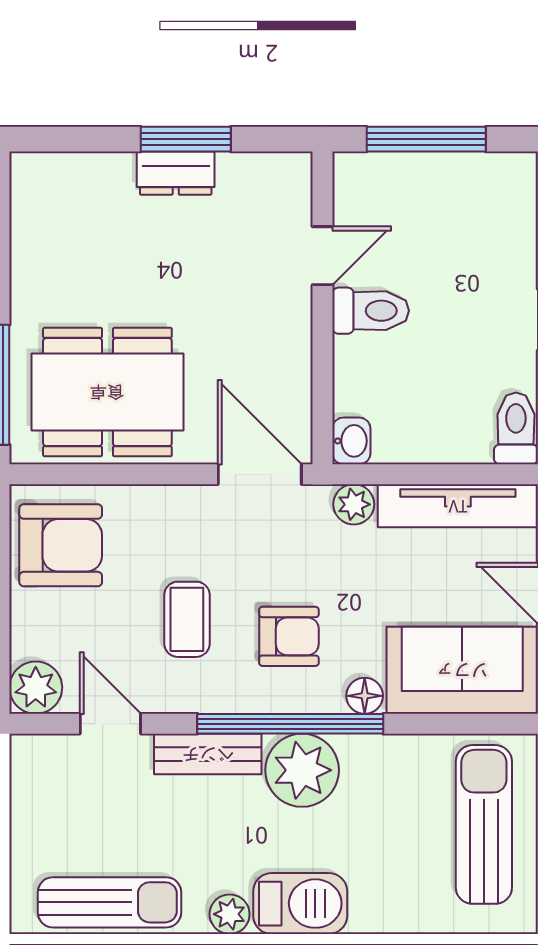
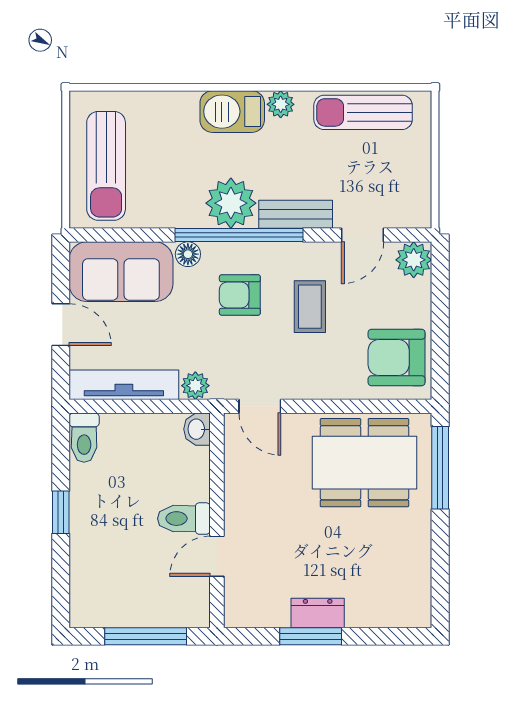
door: (260, 474) -> (260, 406), width x0.73
door: (110, 724) -> (363, 235), hinge flipped

